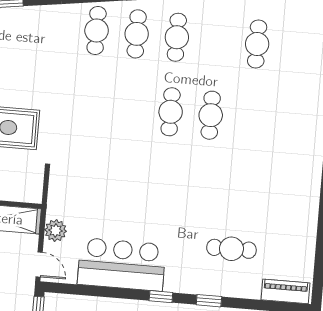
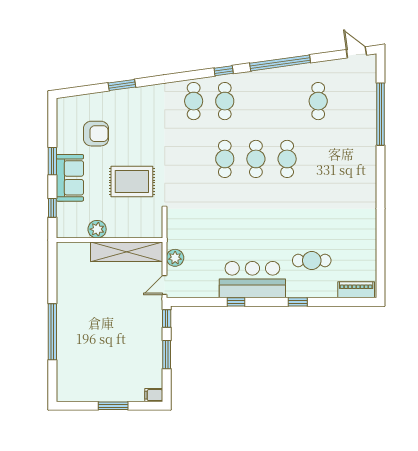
cafe table: (177, 37) -> (225, 159), moved
door: (39, 264) -> (165, 285), swing flipped
bar counter: (122, 264) -> (252, 280), moved
window: (161, 297) -> (236, 302), moved

